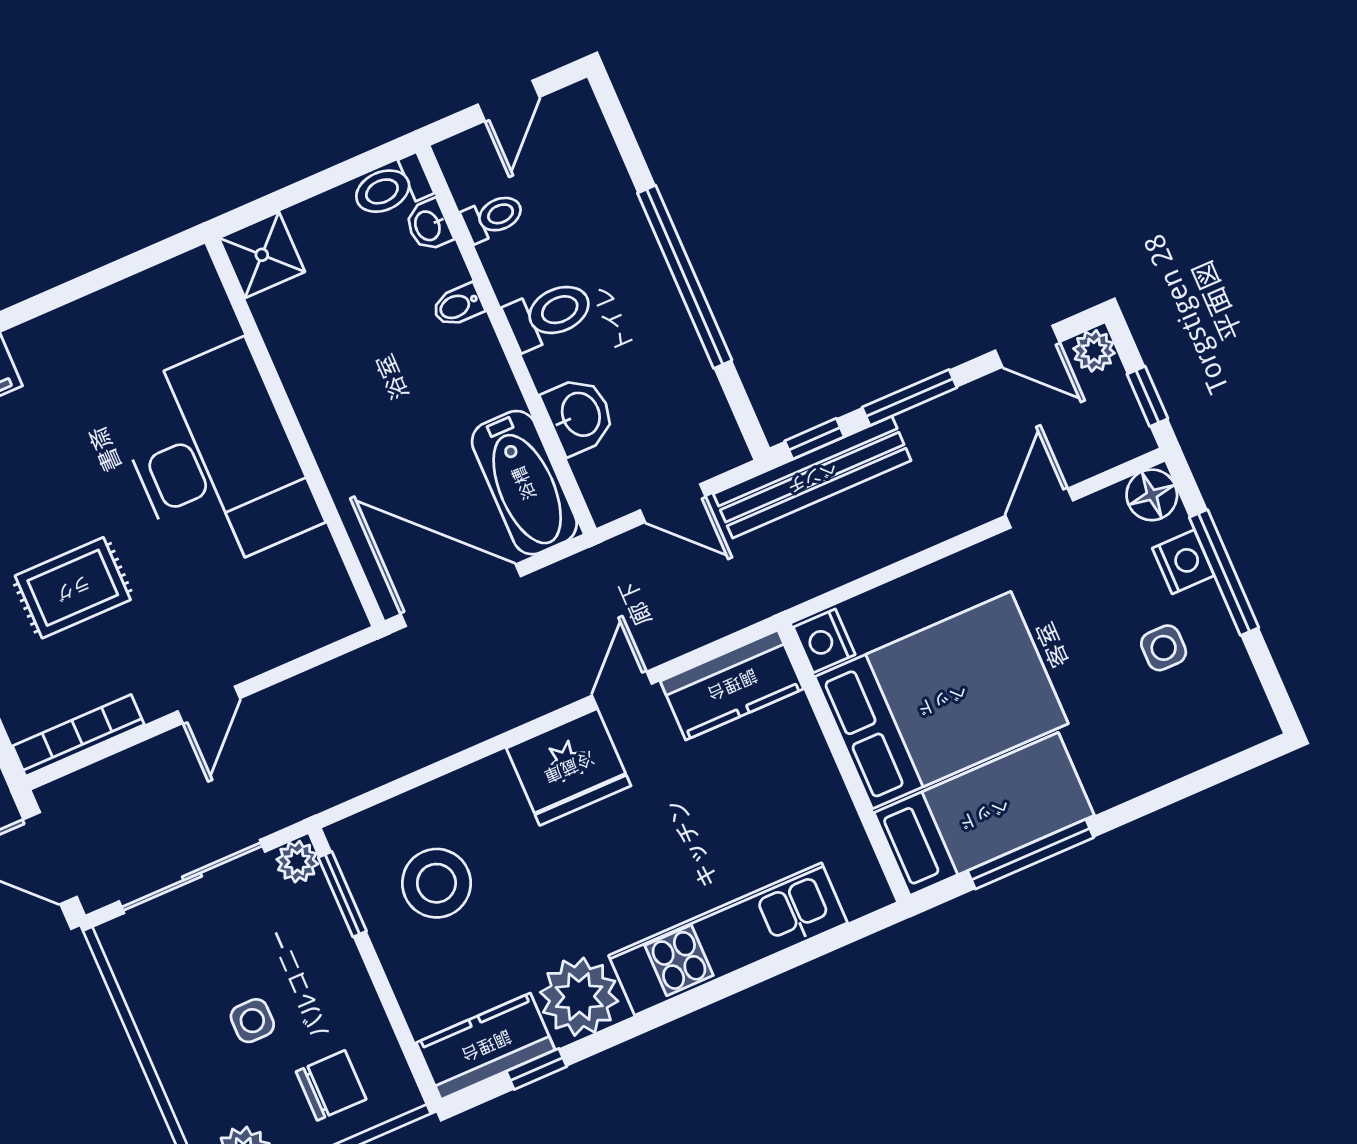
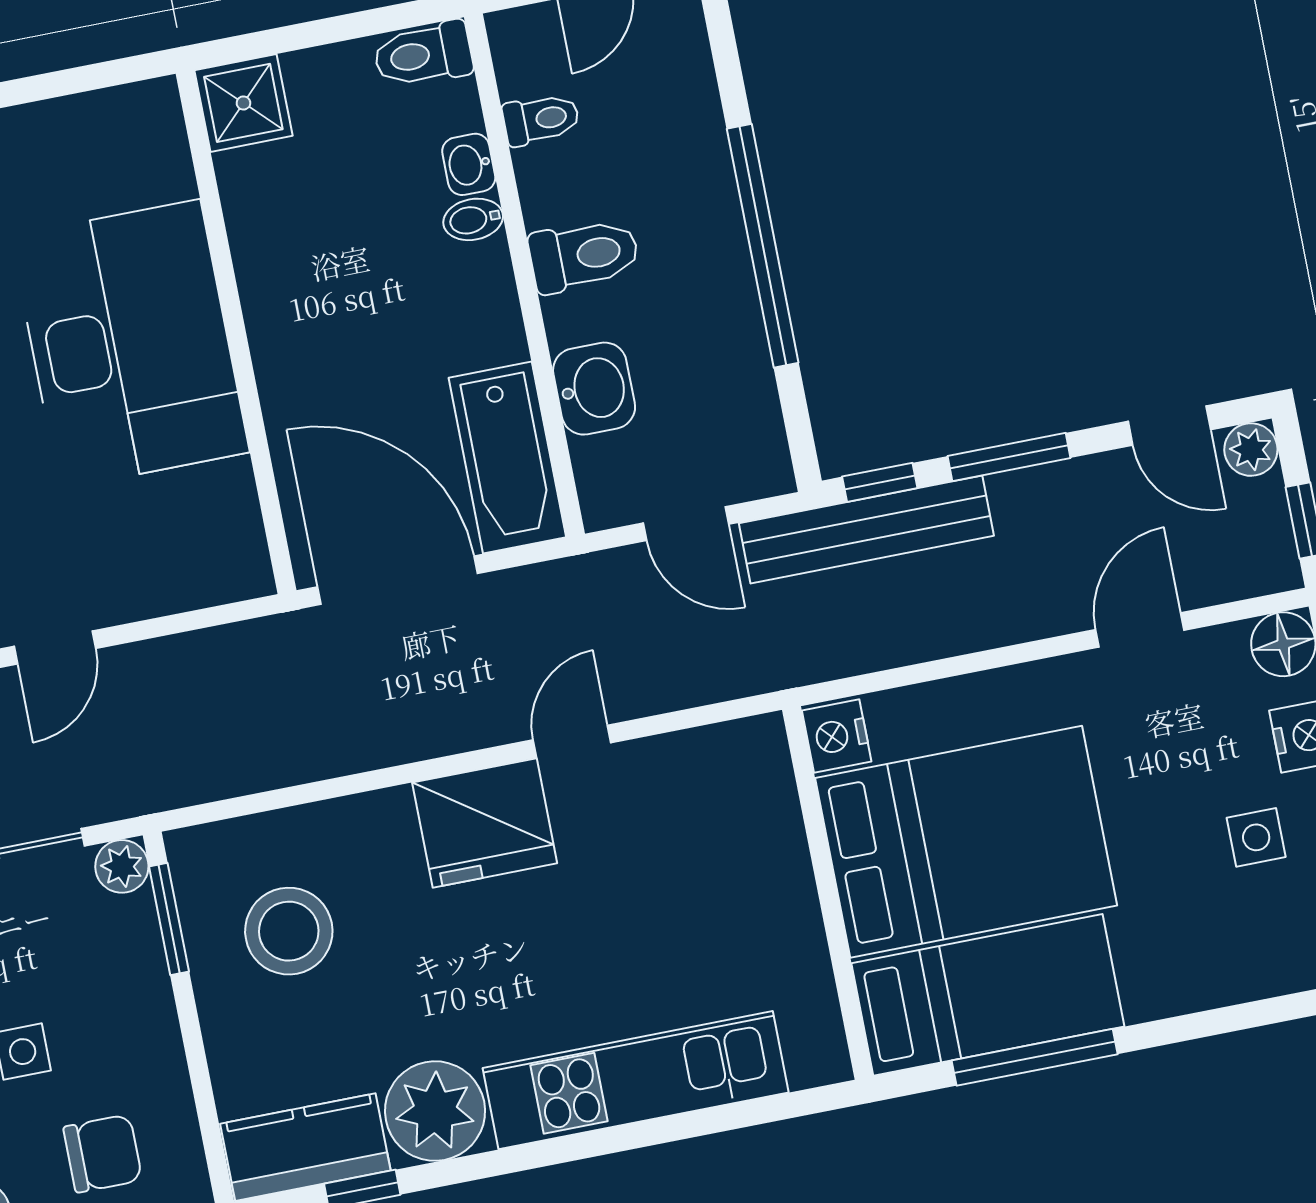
washbasin: (428, 225) -> (469, 164), moved
kitchen counter: (732, 685) -> (710, 766), removed

